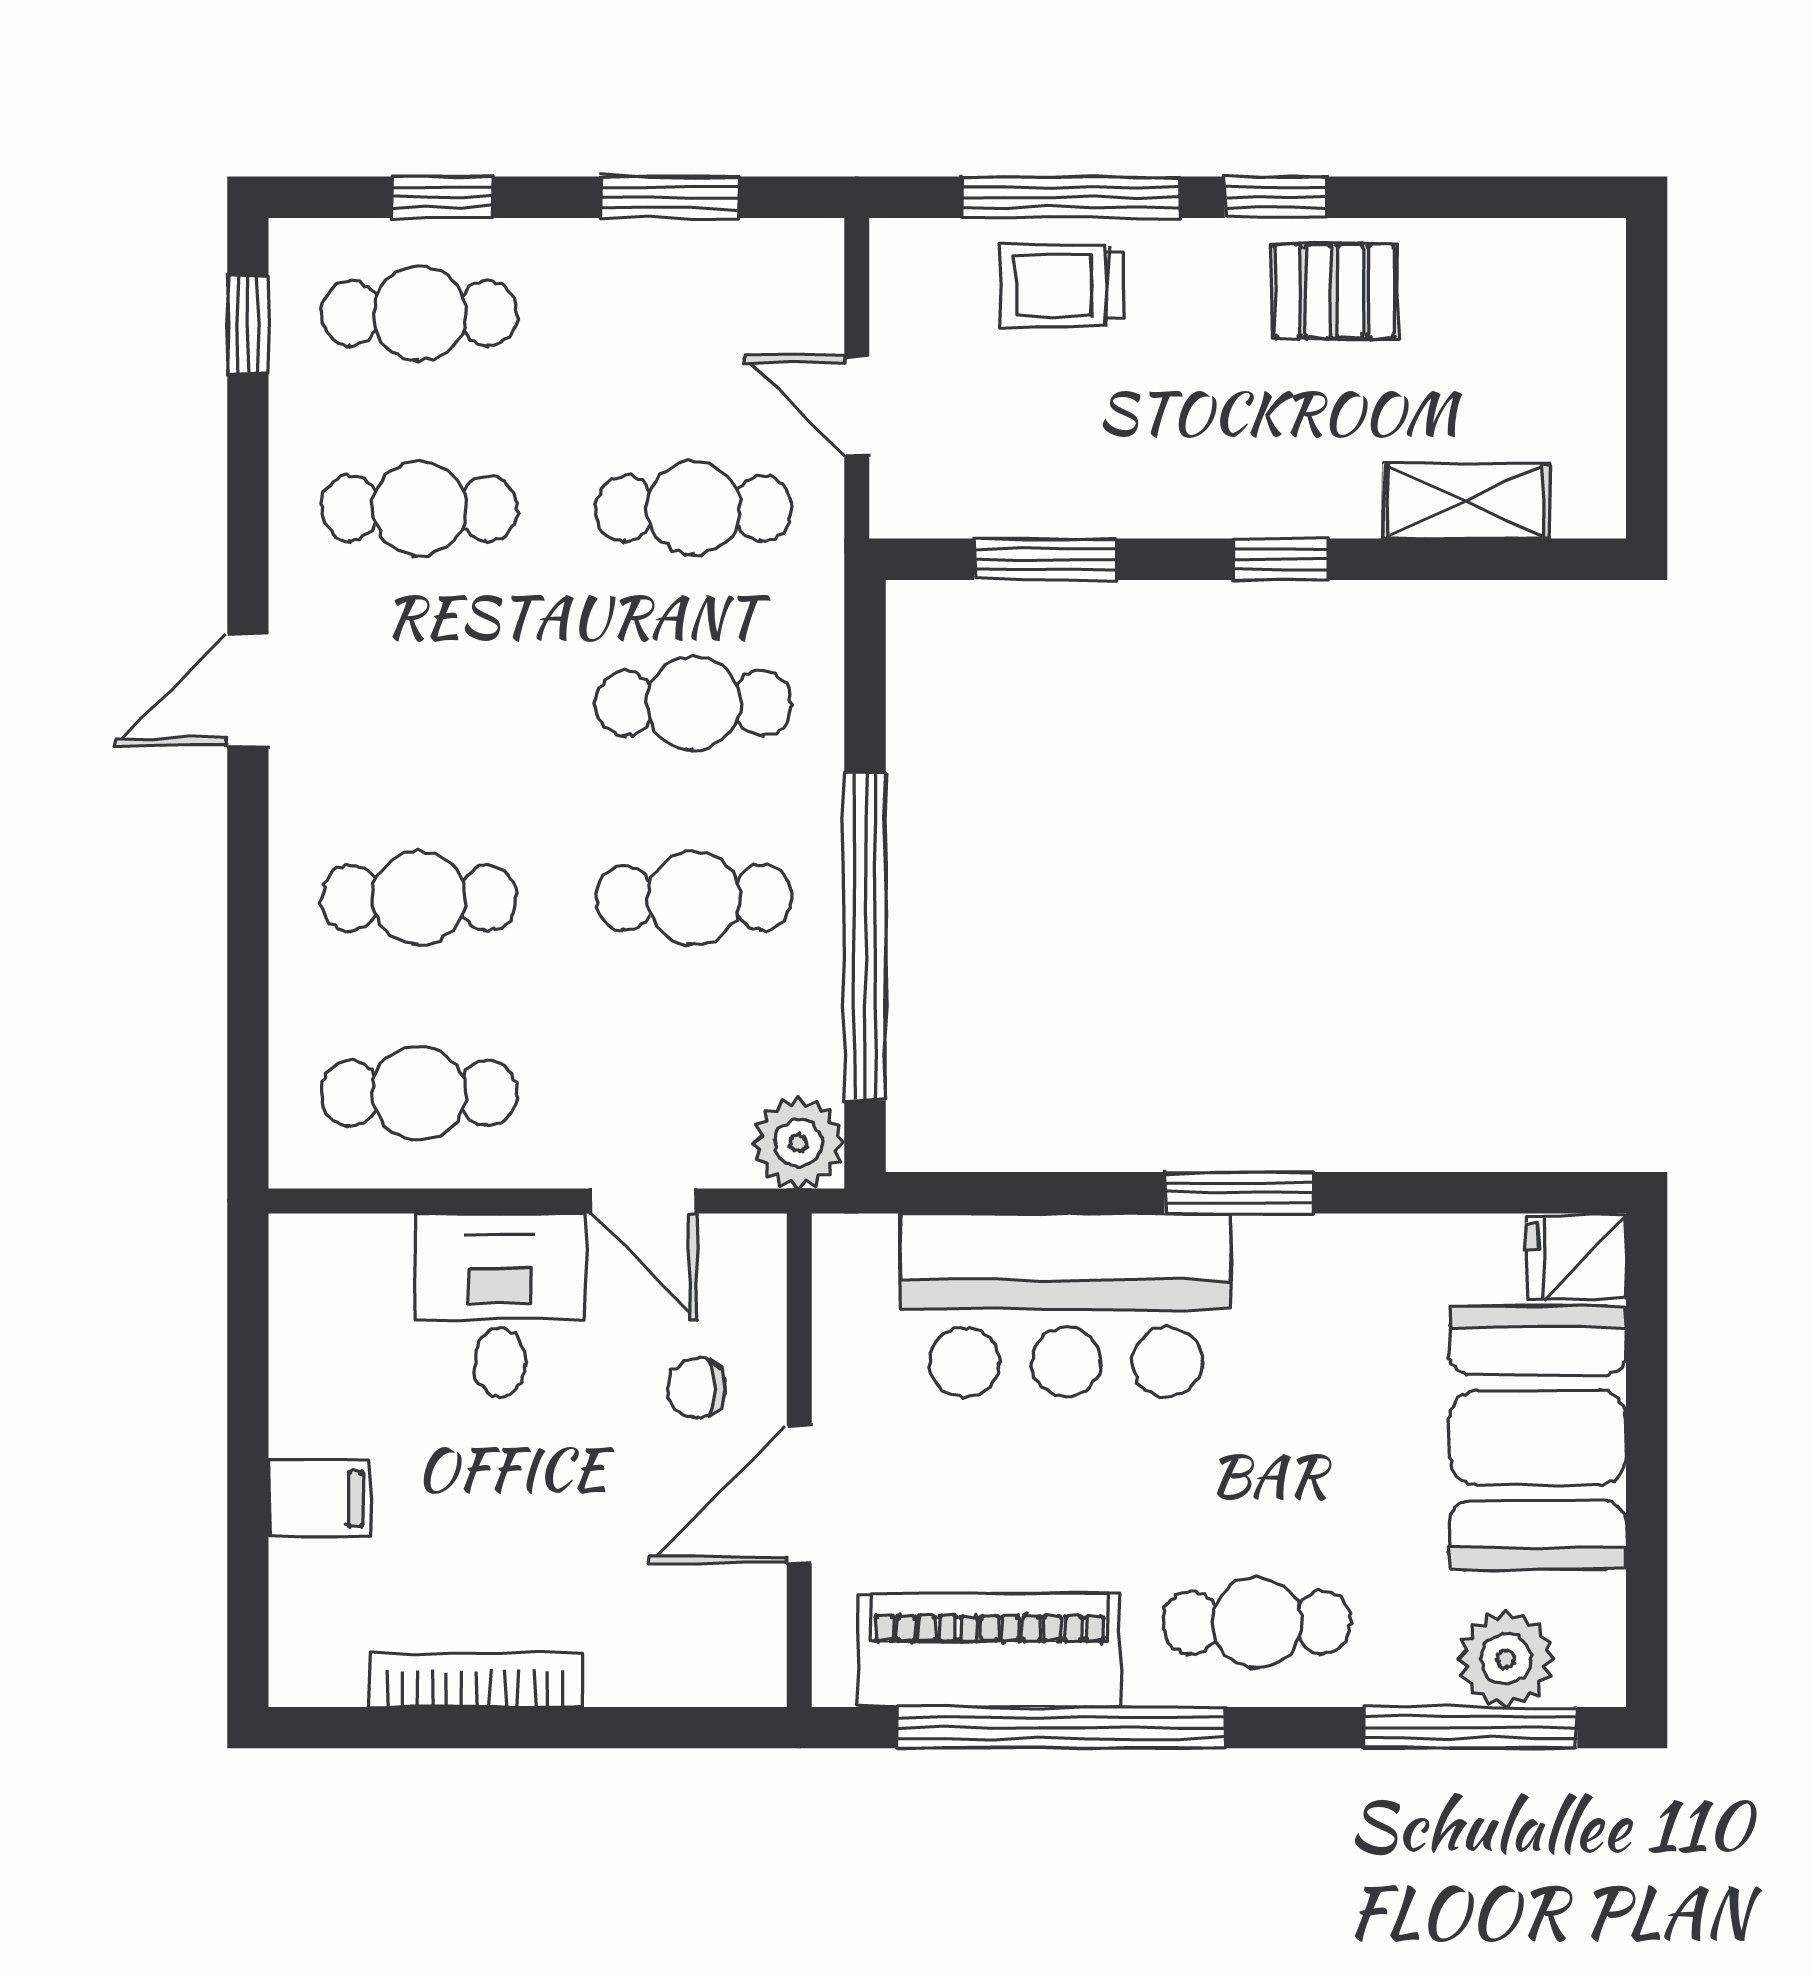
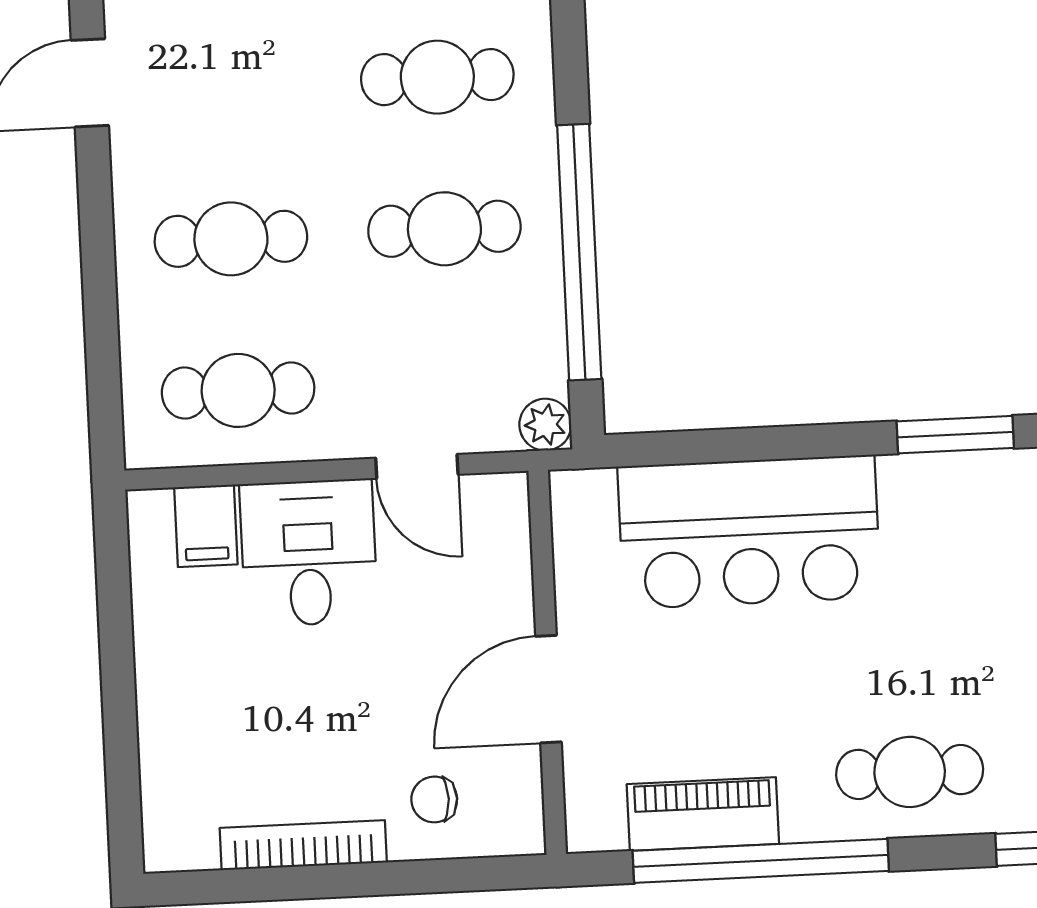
plant: (799, 1143) -> (545, 425), width x0.73, depth x0.73
window: (1239, 1193) -> (955, 435), moved
chair: (696, 1388) -> (434, 799), moved
filing cabinet: (320, 1499) -> (206, 526), moved, turned 90
piano: (990, 1650) -> (703, 814), width x0.73, depth x0.75

